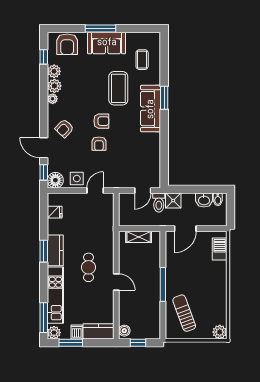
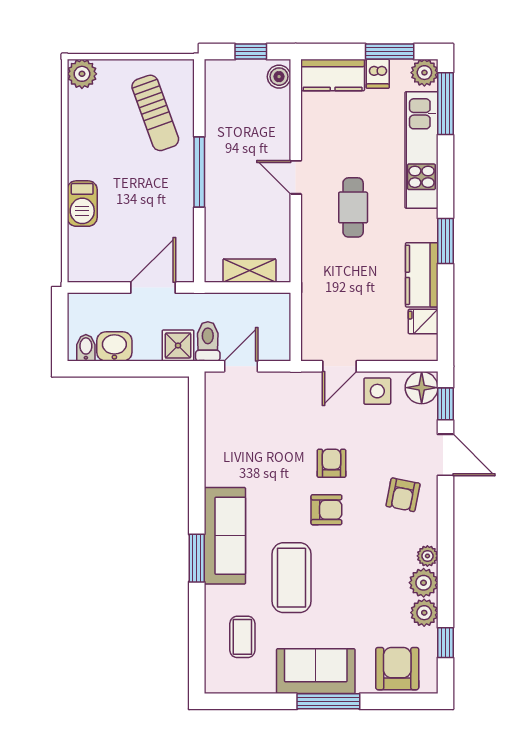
armchair: (101, 121) -> (326, 510), turned 180
armchair: (64, 128) -> (403, 495), turned 147
barbecue: (220, 249) -> (82, 204), moved
kitchen counter: (55, 250) -> (422, 275), moved

